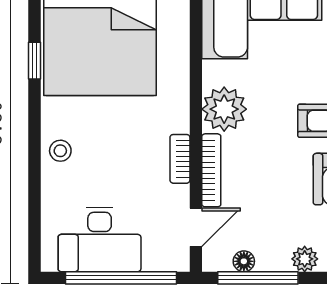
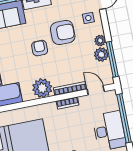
plant: (273, 255) -> (101, 54), added
floor lamp: (244, 261) -> (106, 67), removed

